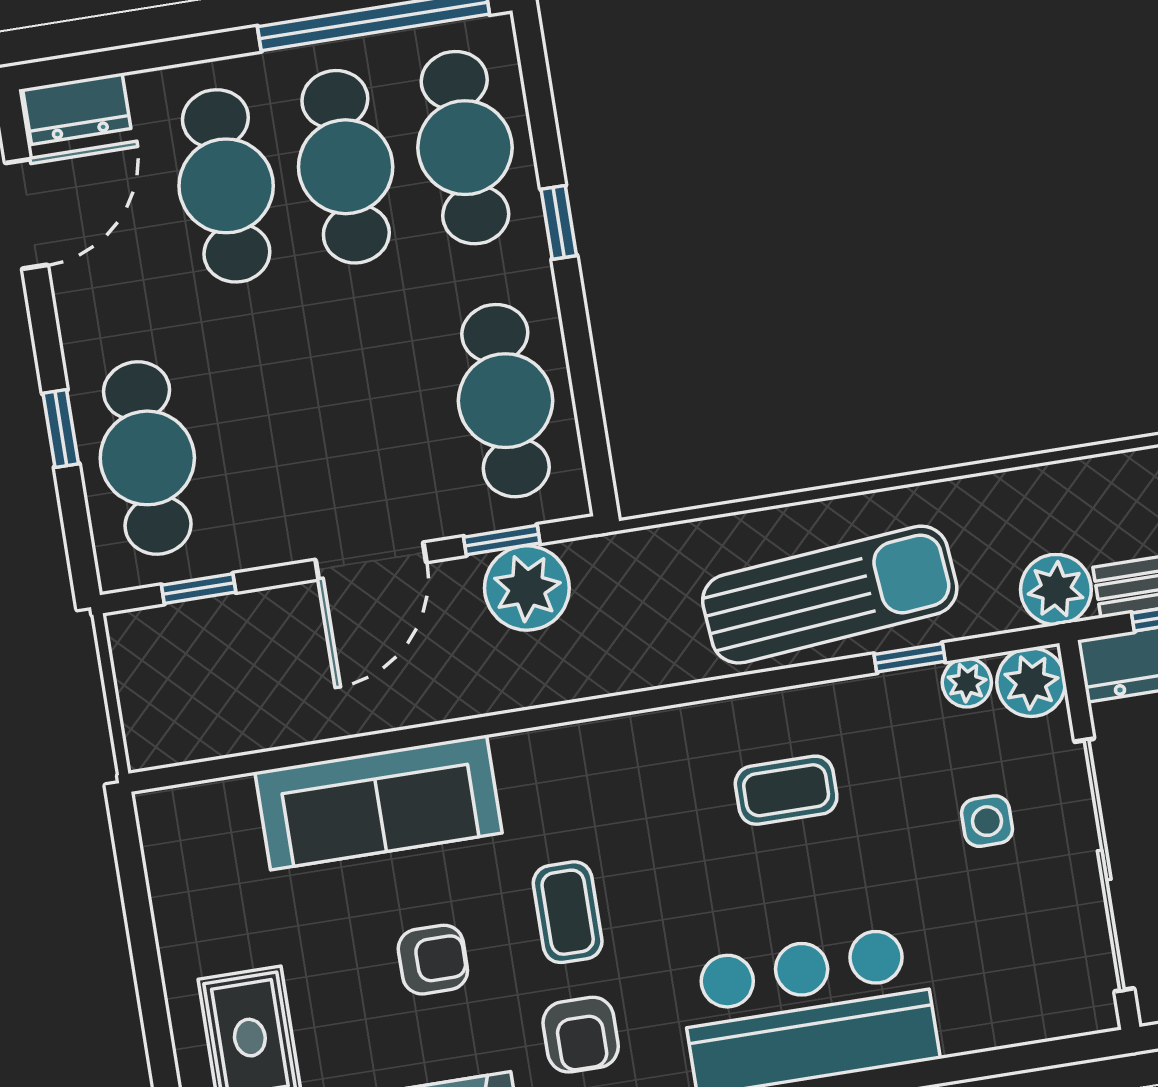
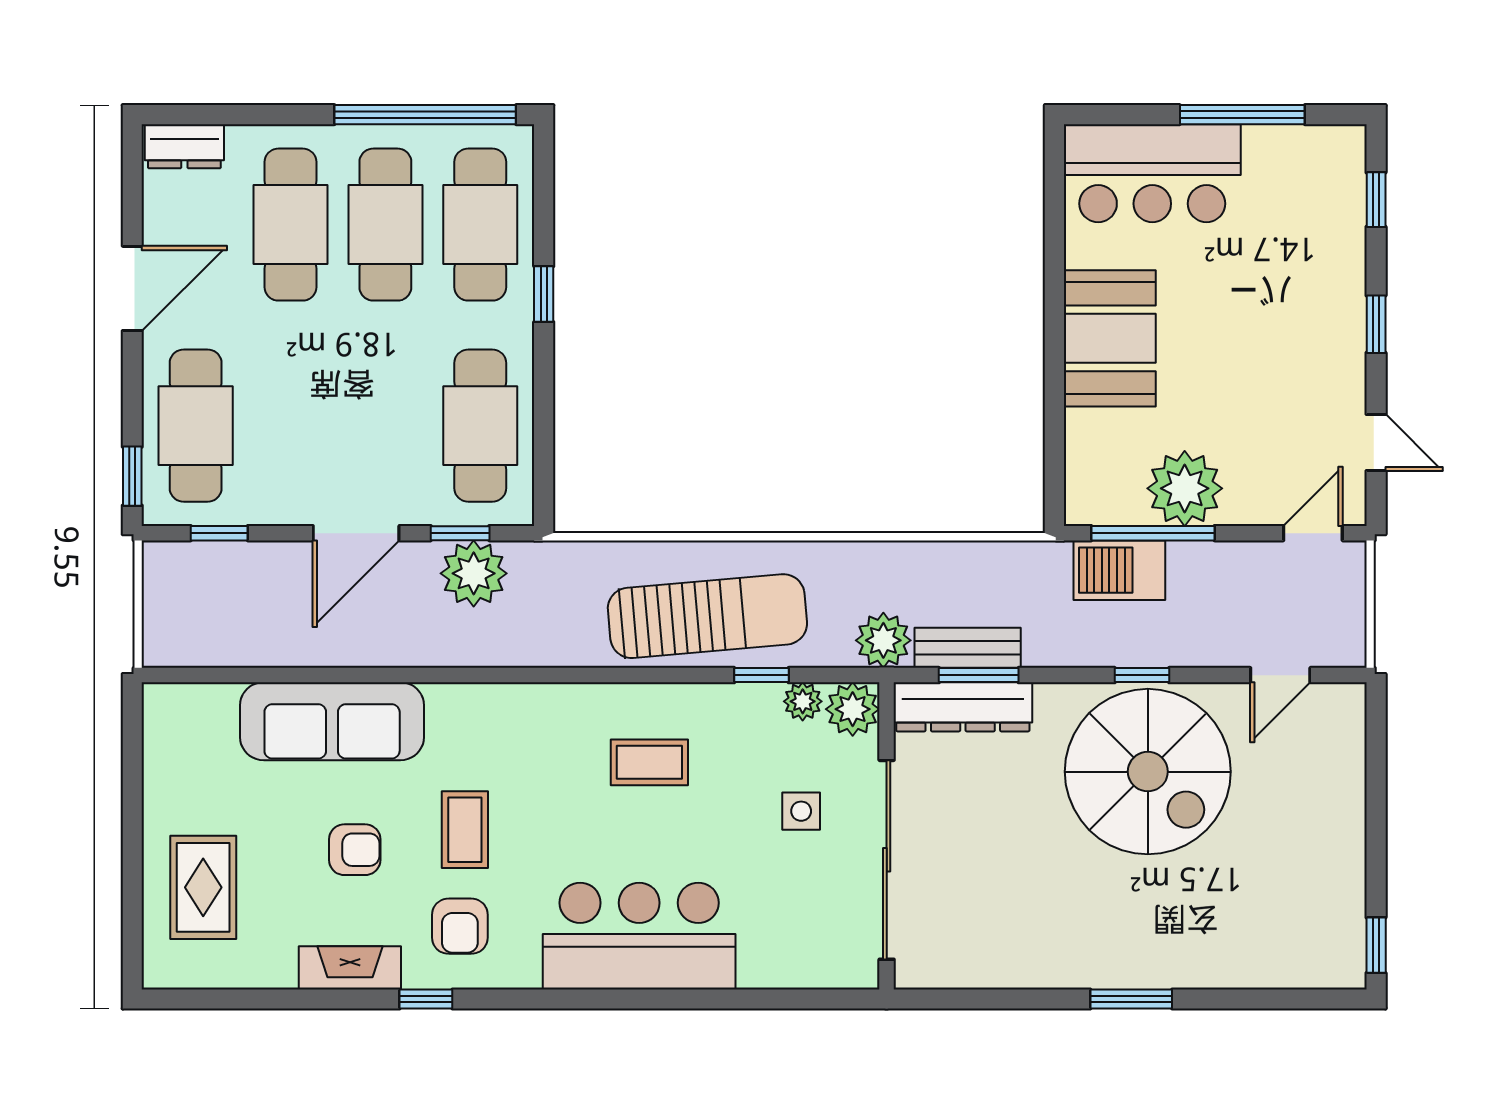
door: (26, 214) -> (132, 288), moved
window: (61, 429) -> (132, 476), moved

